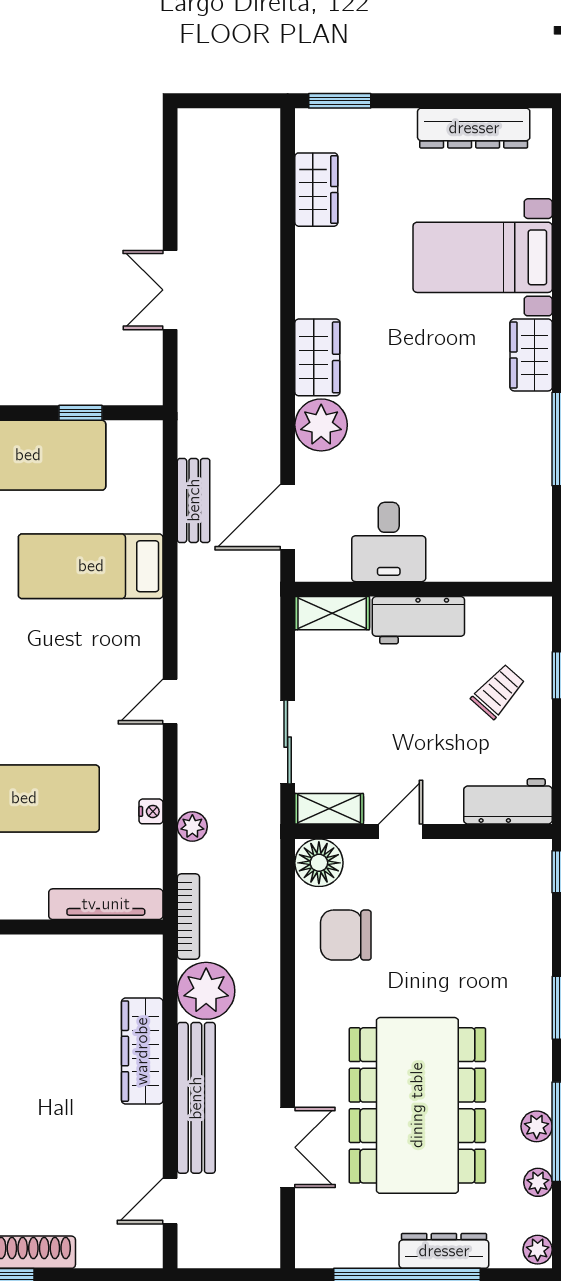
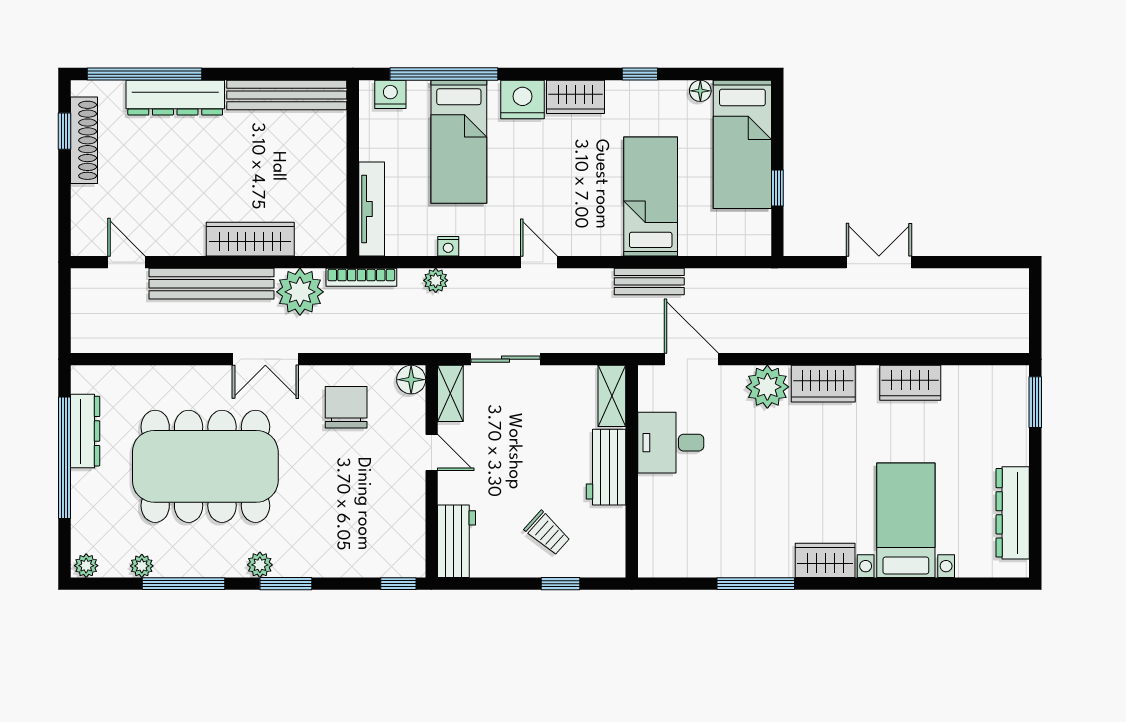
wardrobe: (316, 190) -> (910, 383), moved
bench: (194, 500) -> (649, 281), moved
floor lamp: (319, 863) -> (411, 380), width x0.73, depth x0.73
plant: (537, 1126) -> (260, 565), moved
double door: (288, 1147) -> (265, 359), moved
dresser: (444, 1251) -> (85, 431), moved

